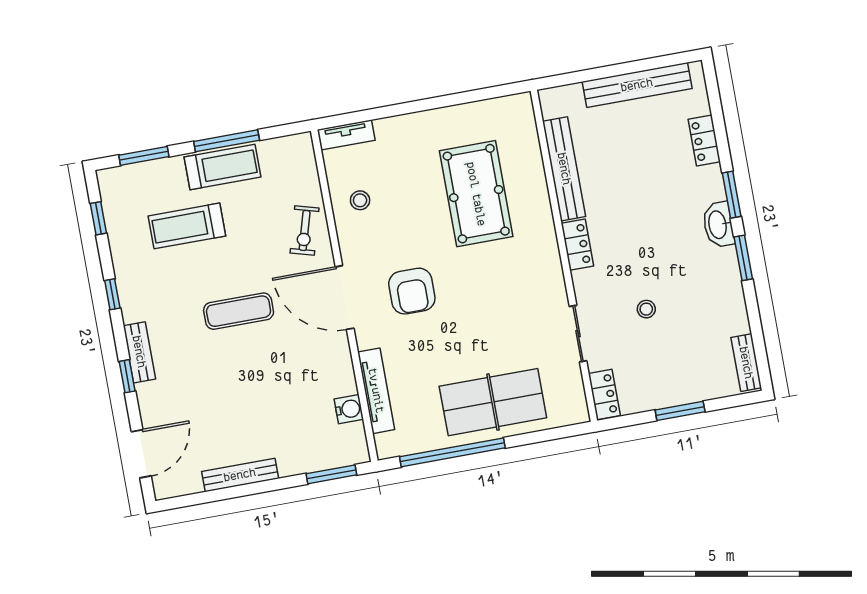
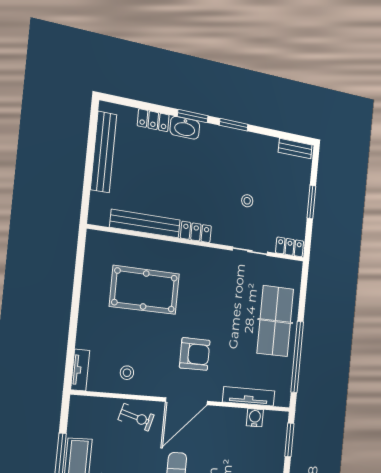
washbasin: (718, 225) -> (185, 128), moved

